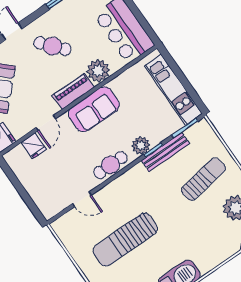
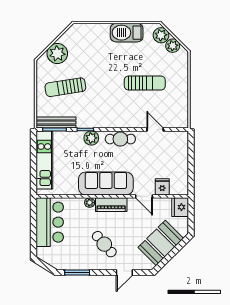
plant: (98, 71) -> (90, 203), width x0.53, depth x0.53
sofa: (94, 109) -> (106, 183), width x1.36
door: (46, 123) -> (144, 196), swing flipped
bench: (165, 152) -> (56, 123), moved
sun lounger: (125, 240) -> (145, 83), width x0.73, depth x0.75

